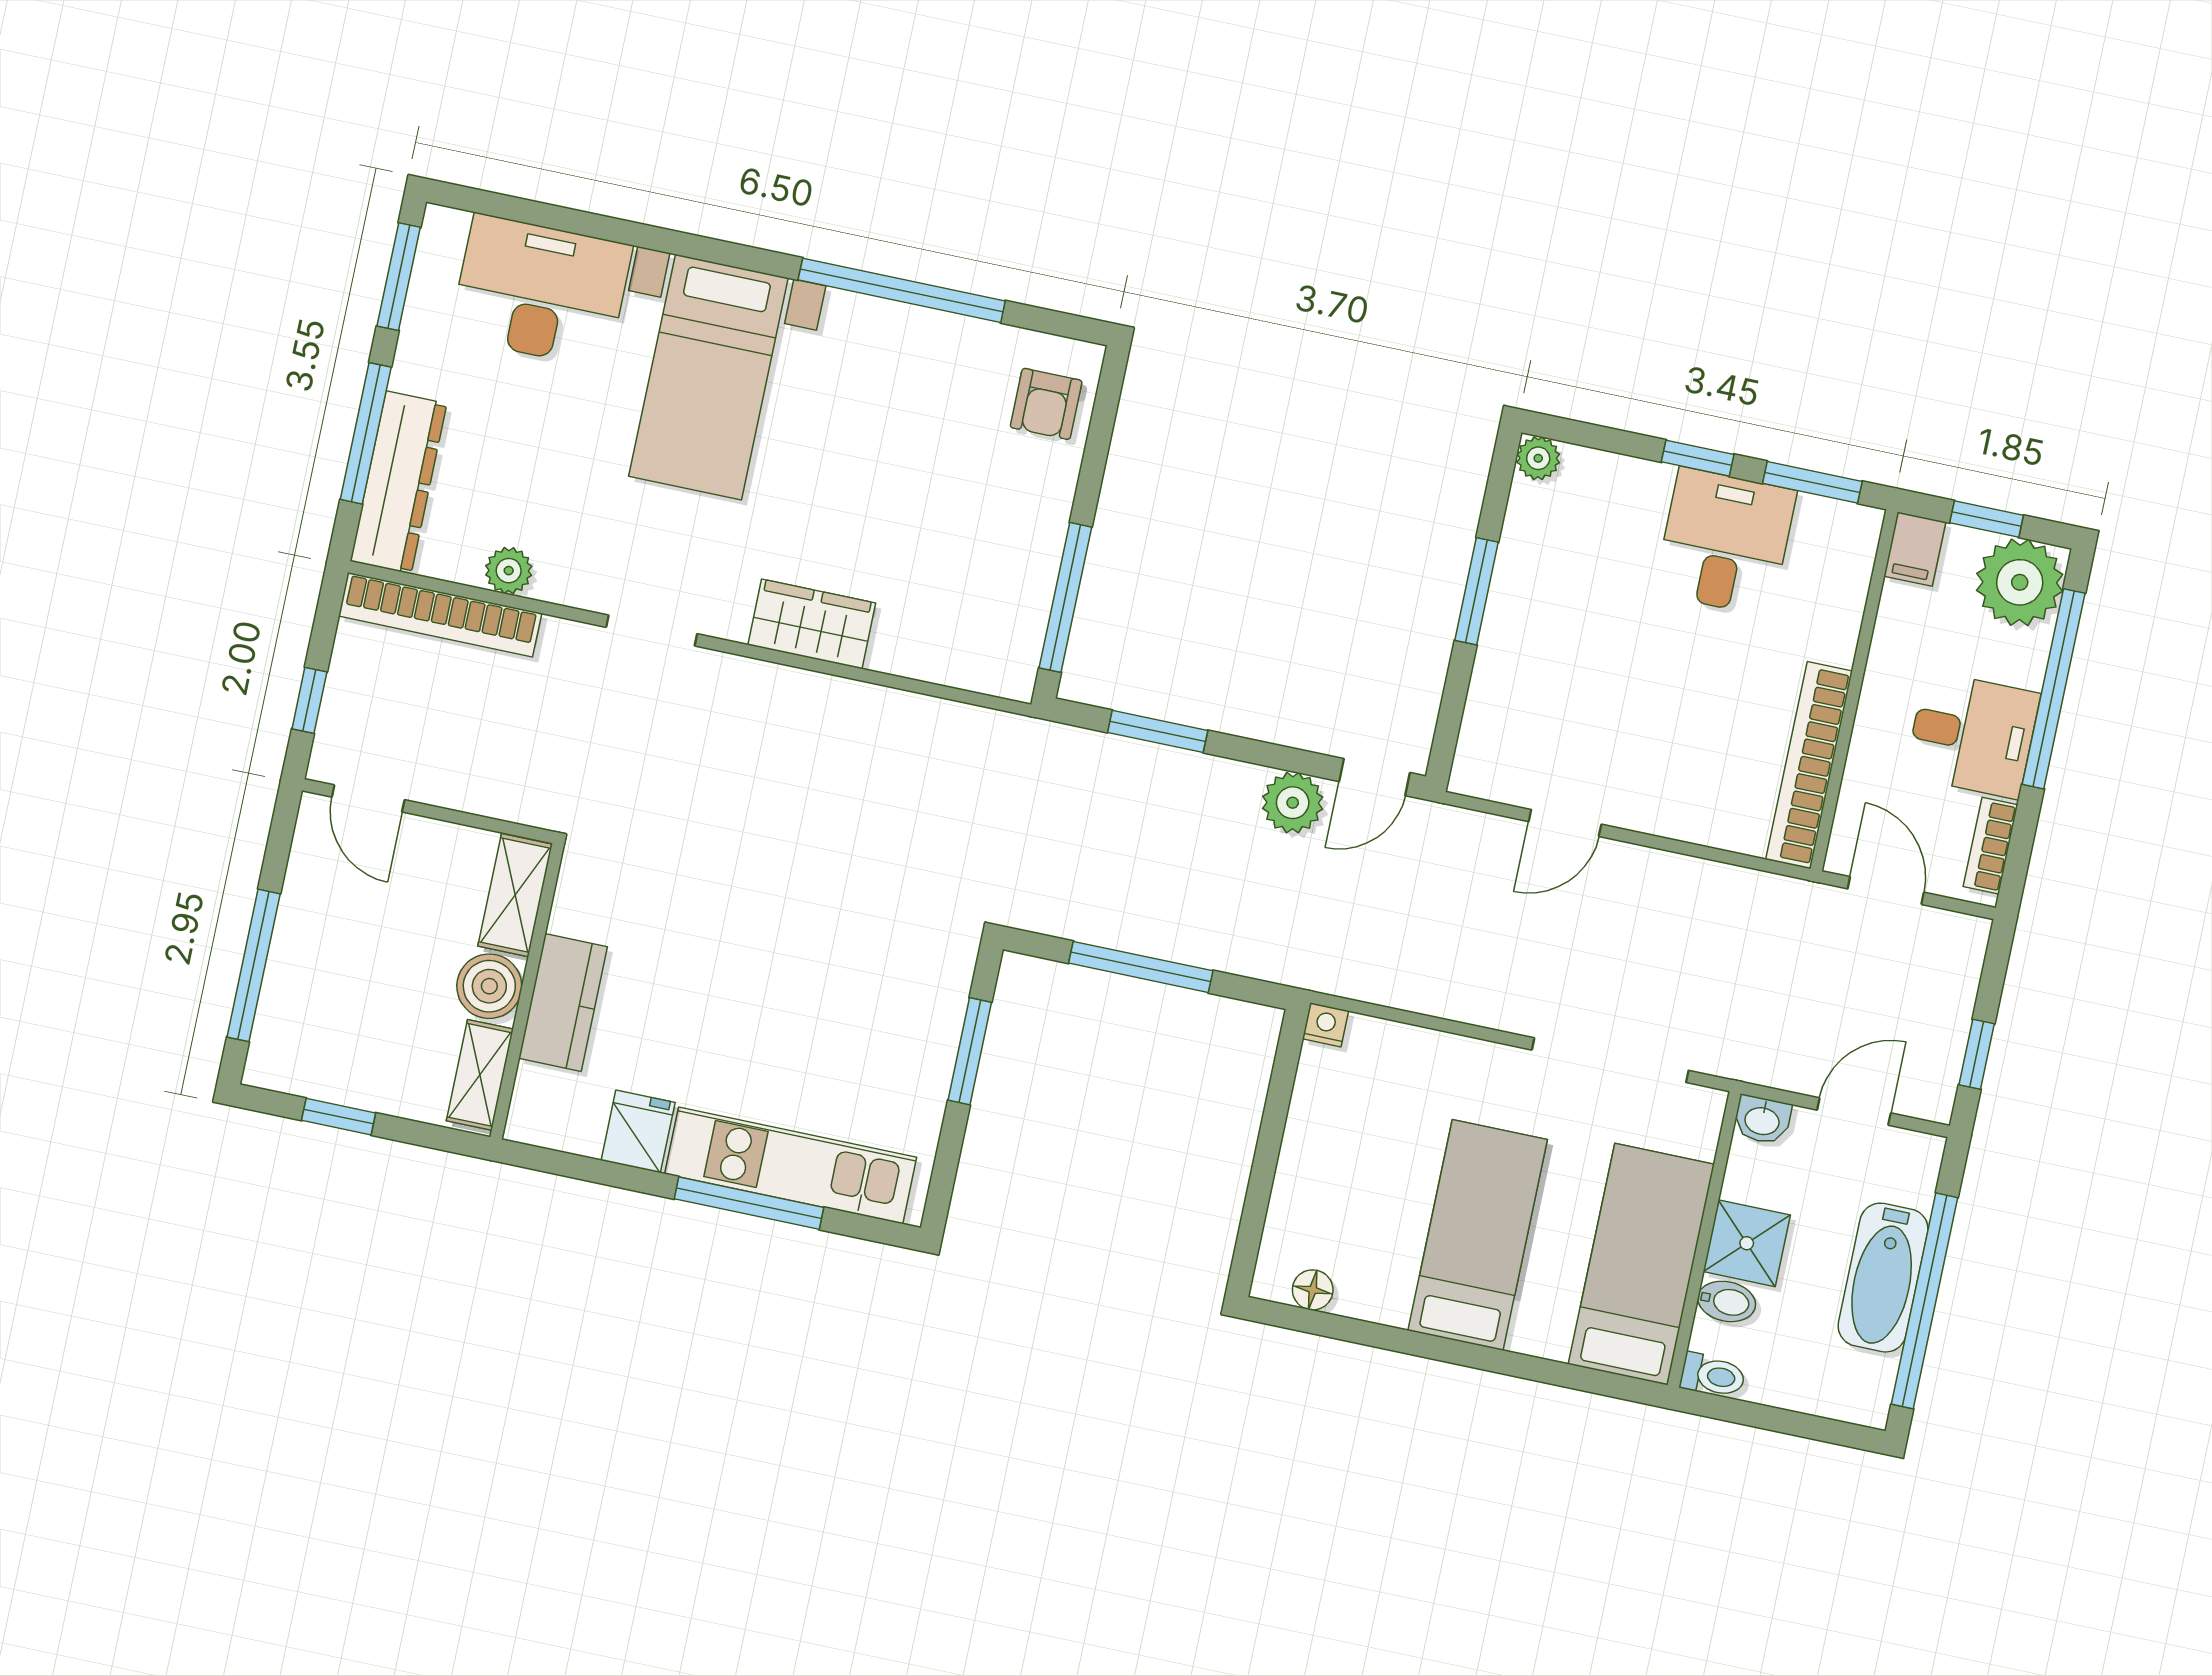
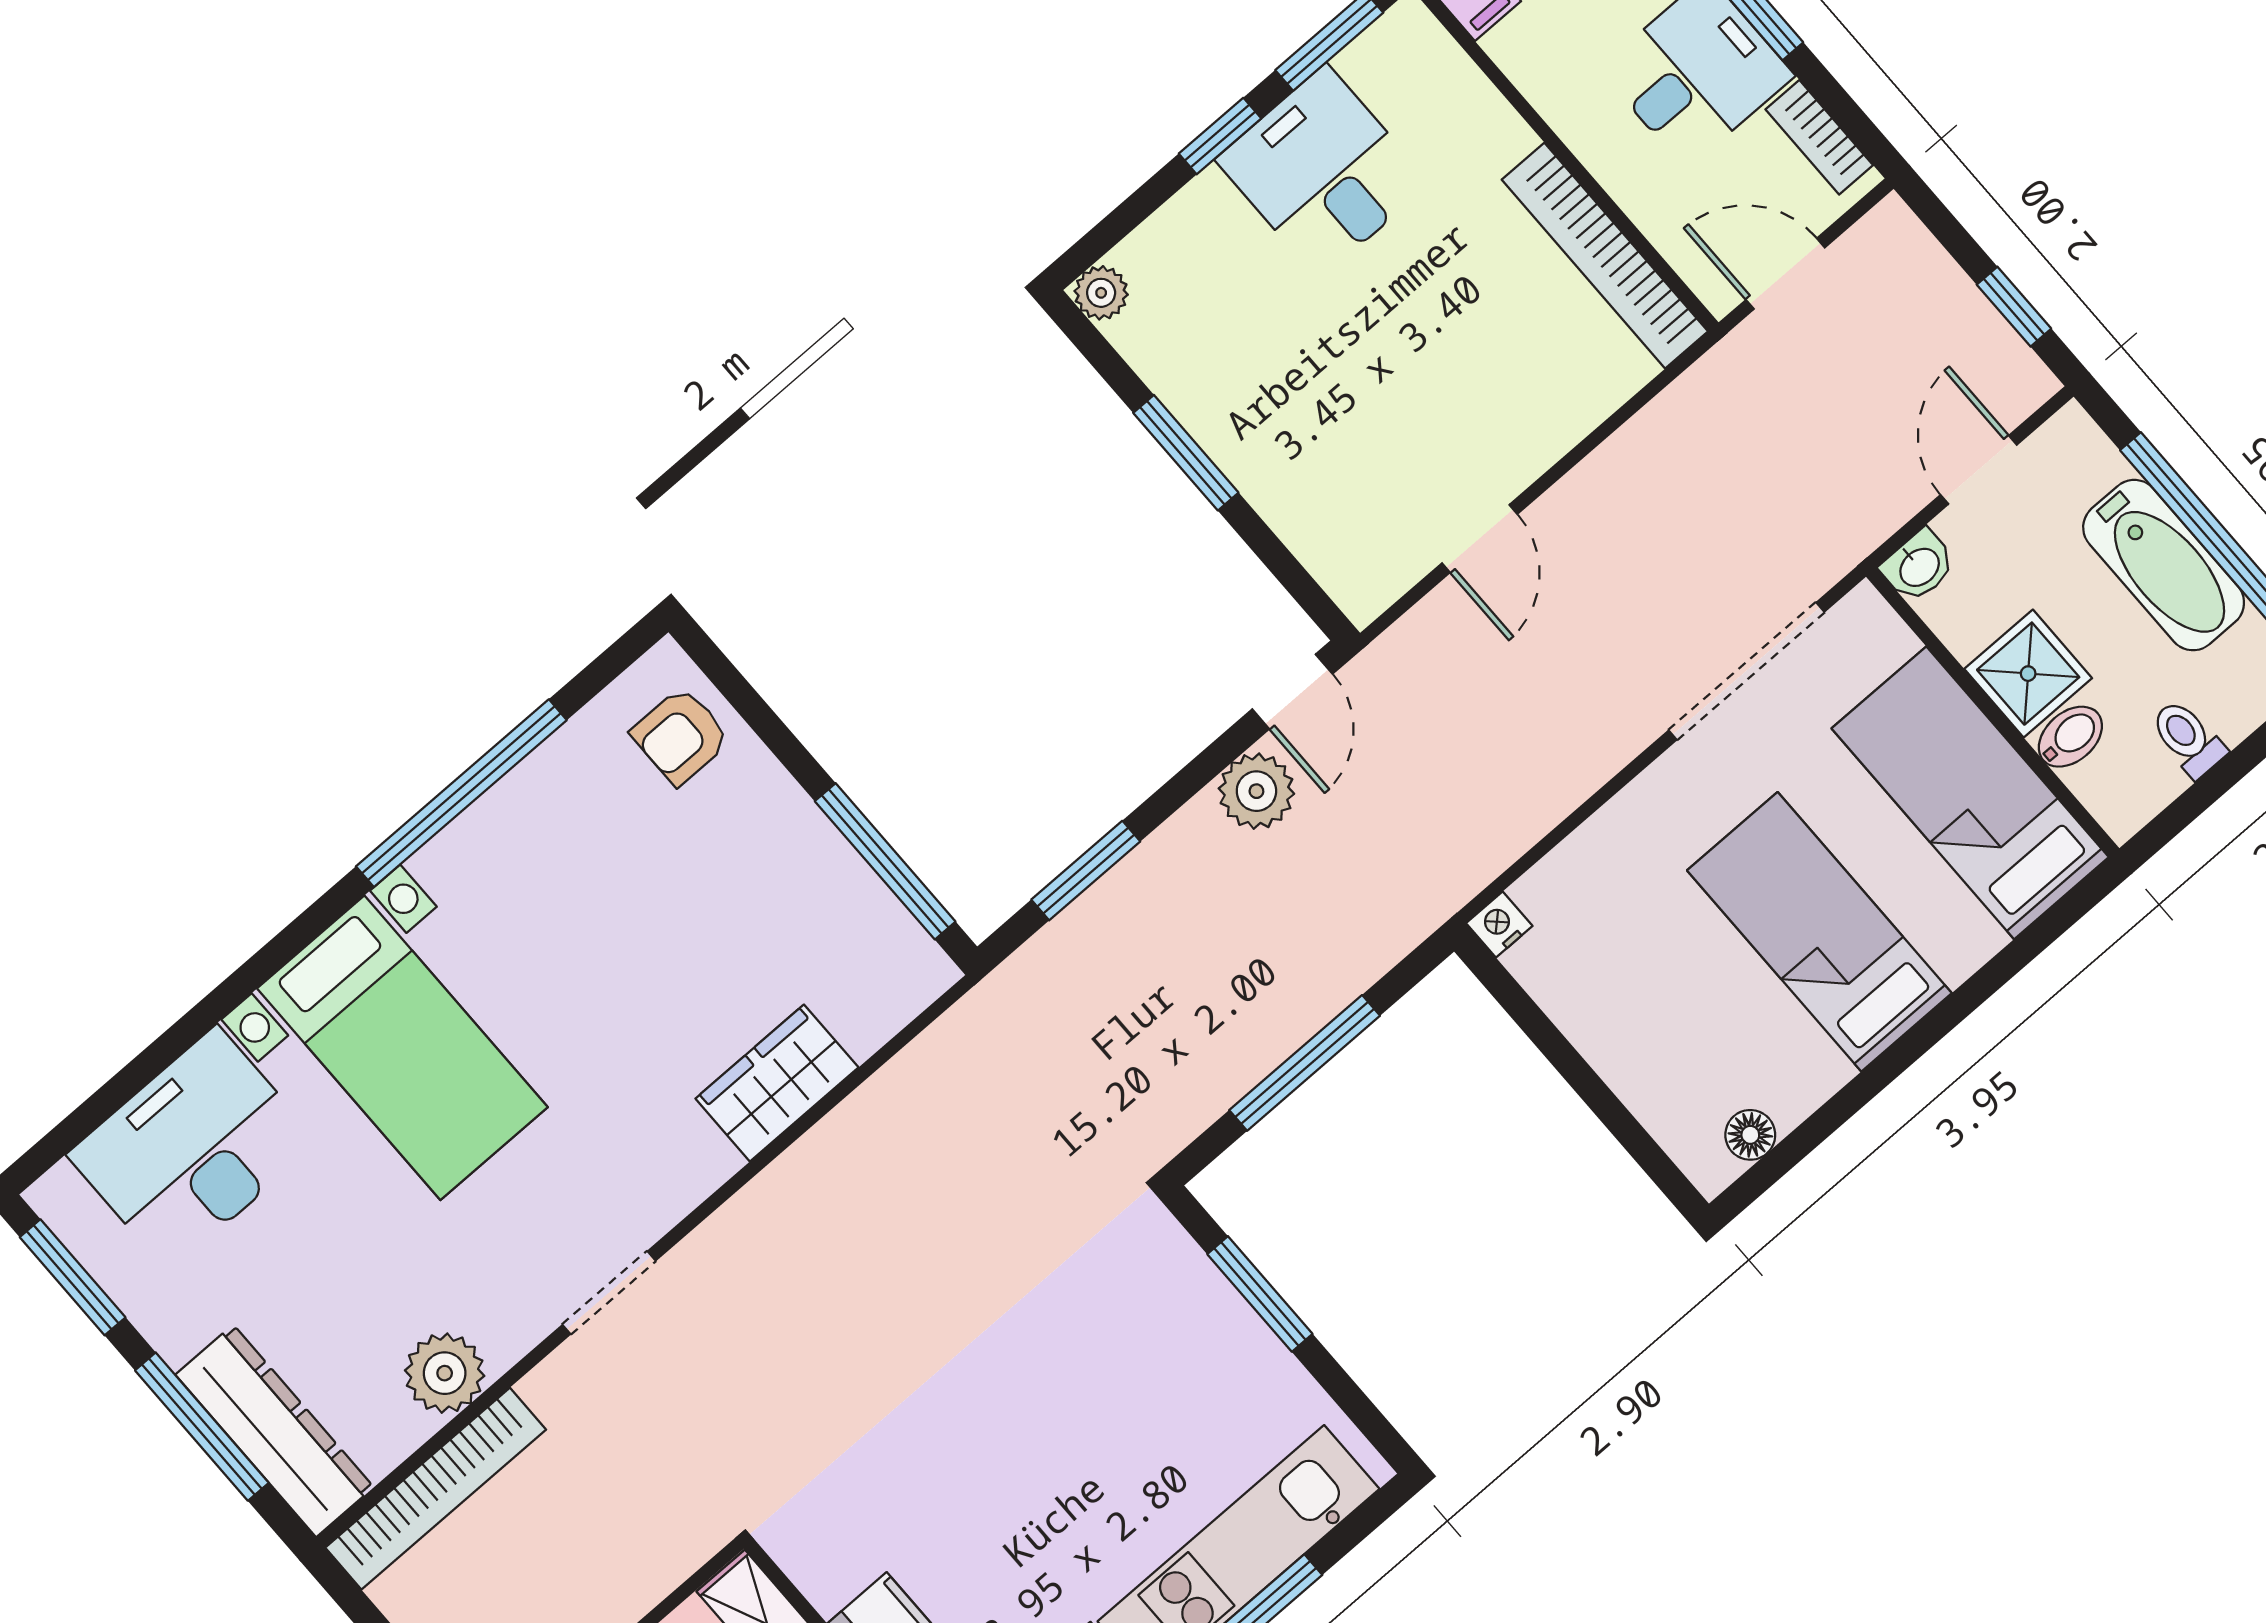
armchair: (1046, 404) -> (681, 736), turned 90
plant: (509, 571) -> (445, 1373), width x1.38, depth x1.38
wardrobe: (812, 624) -> (777, 1083), moved
toilet: (1713, 1375) -> (2188, 738), moved, turned -90

